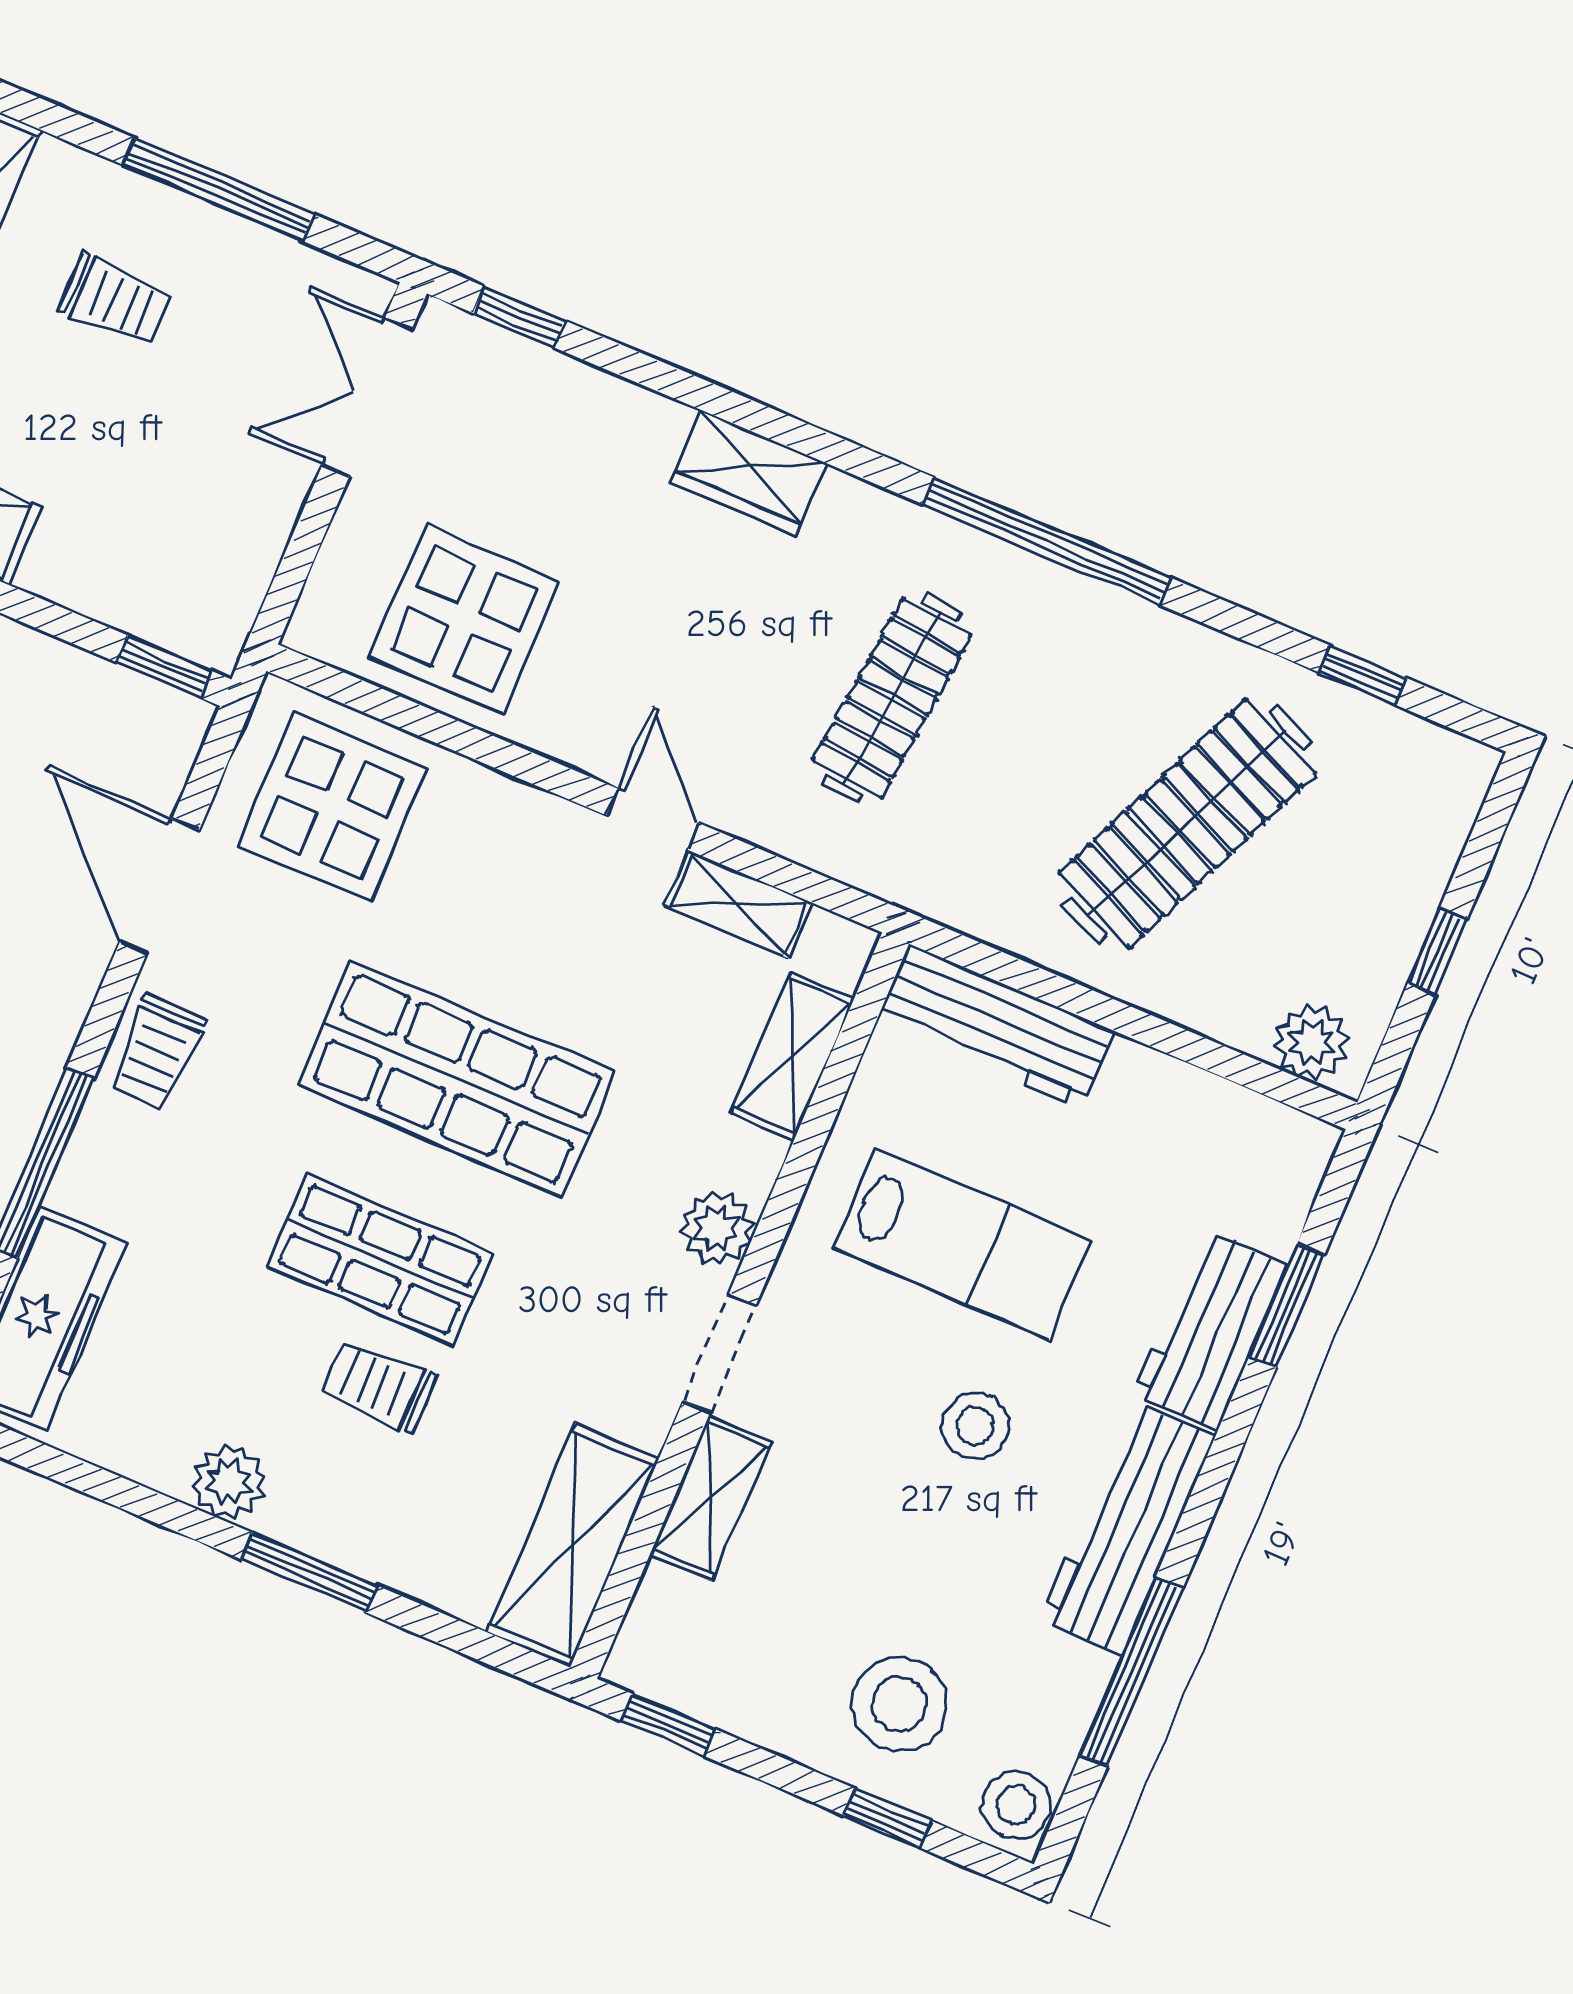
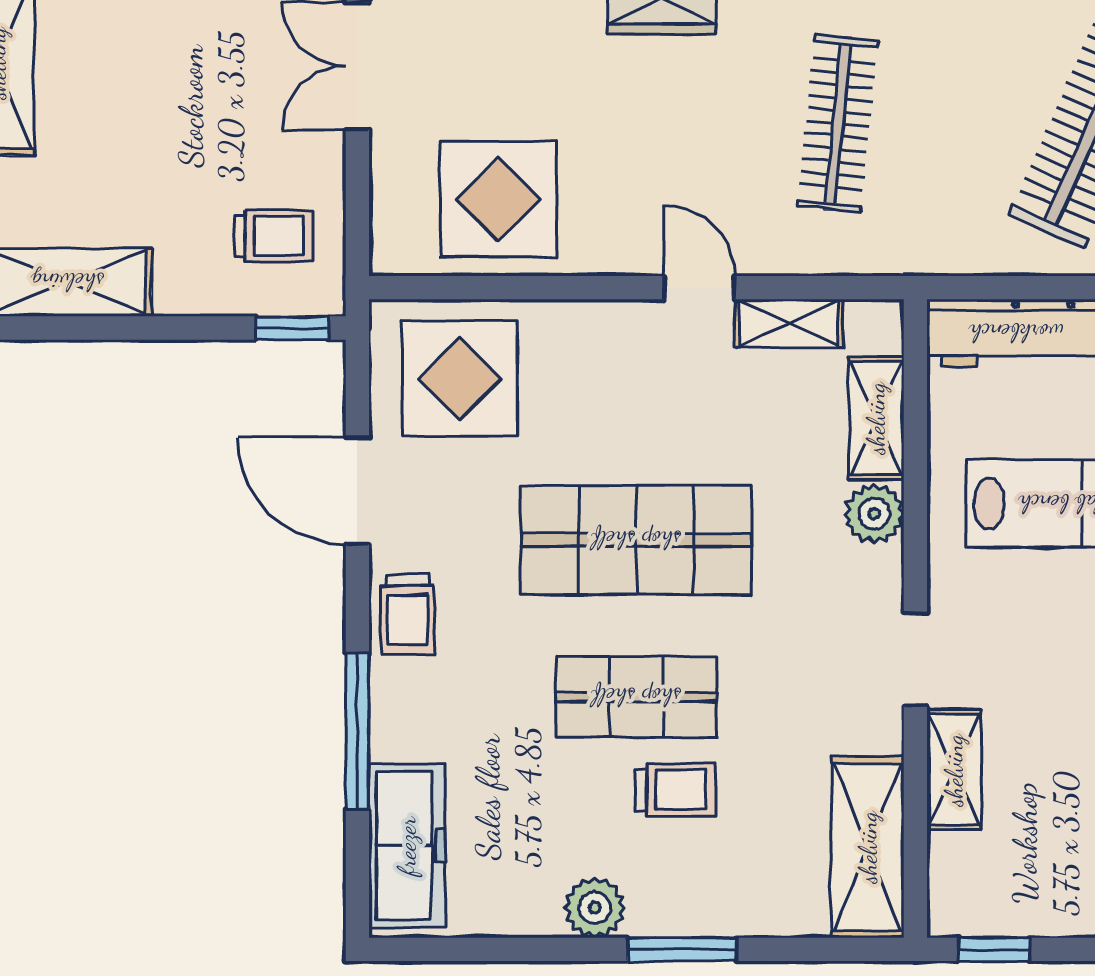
trolley: (115, 301) -> (273, 236), moved
plant: (717, 1228) -> (874, 514), moved
trolley: (379, 1385) -> (675, 790), turned 180

